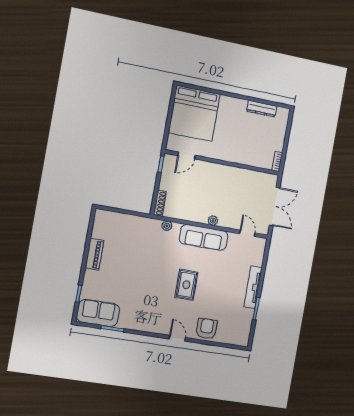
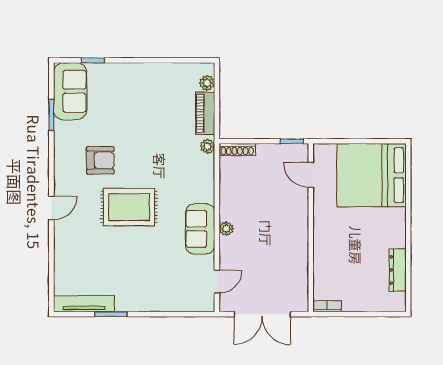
plant: (109, 216) -> (207, 83), added
plant: (167, 226) -> (207, 146), moved
sofa: (204, 237) -> (200, 229), width x0.73
piano: (94, 254) -> (205, 113), moved, turned 90
rug: (186, 285) -> (129, 207), width x1.36, depth x1.43
tv unit: (253, 287) -> (84, 304), moved
armchair: (207, 329) -> (100, 160), moved

